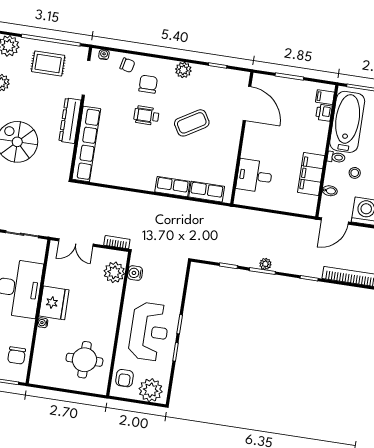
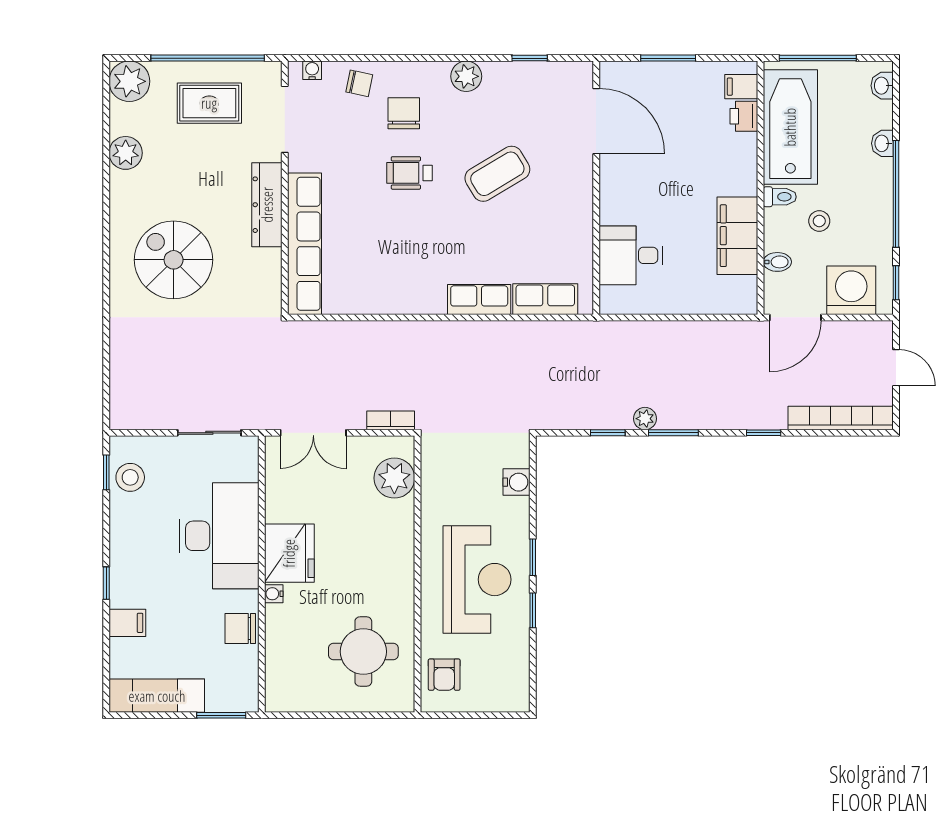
plant: (265, 264) -> (645, 419), moved
water cooler: (135, 273) -> (516, 482), moved, turned 180
chair: (17, 355) -> (240, 628), moved, turned 90
plant: (151, 390) -> (497, 690), removed

